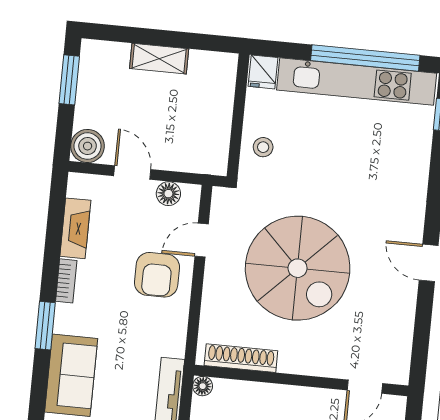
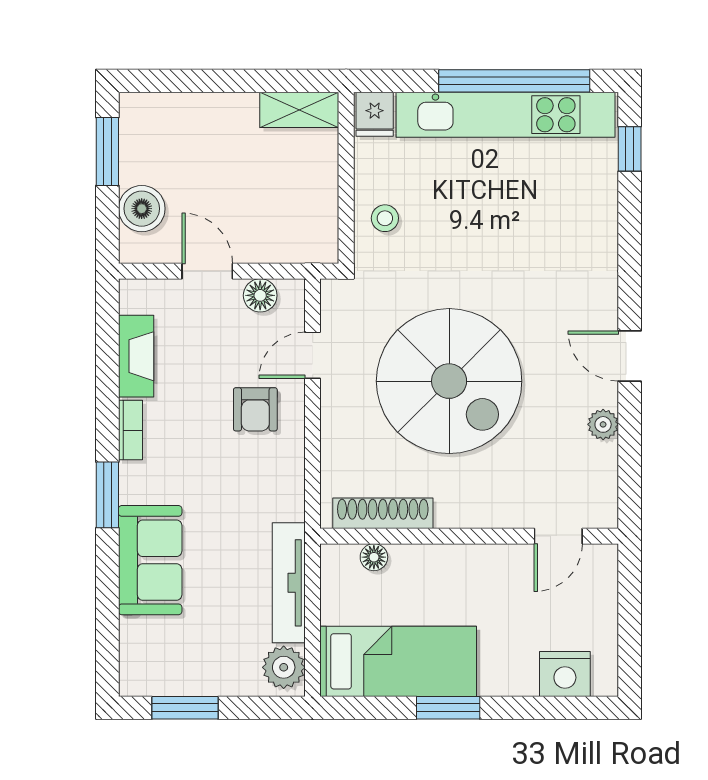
shelving: (159, 59) -> (299, 110), moved
boiler: (88, 146) -> (142, 209), moved
armchair: (157, 275) -> (255, 409), width x0.72, depth x0.72
plant: (405, 310) -> (603, 424), added
floor lamp: (203, 386) -> (374, 557), moved

